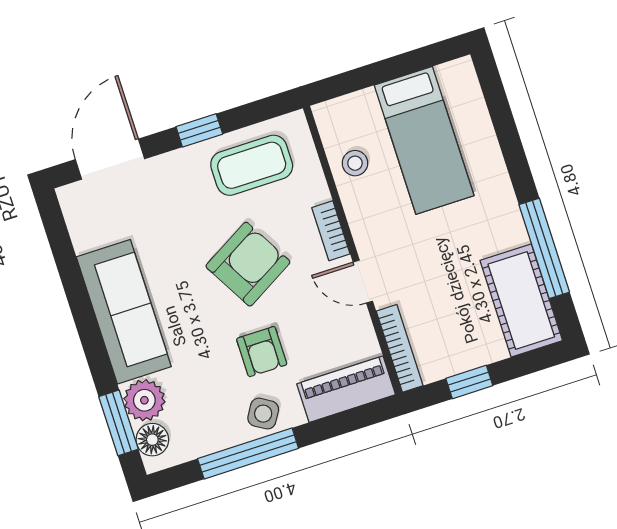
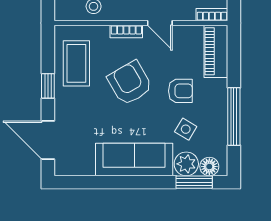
door: (363, 282) -> (160, 23), hinge flipped
bookcase: (400, 348) -> (212, 15), width x0.64
side table: (263, 414) -> (186, 129), moved

